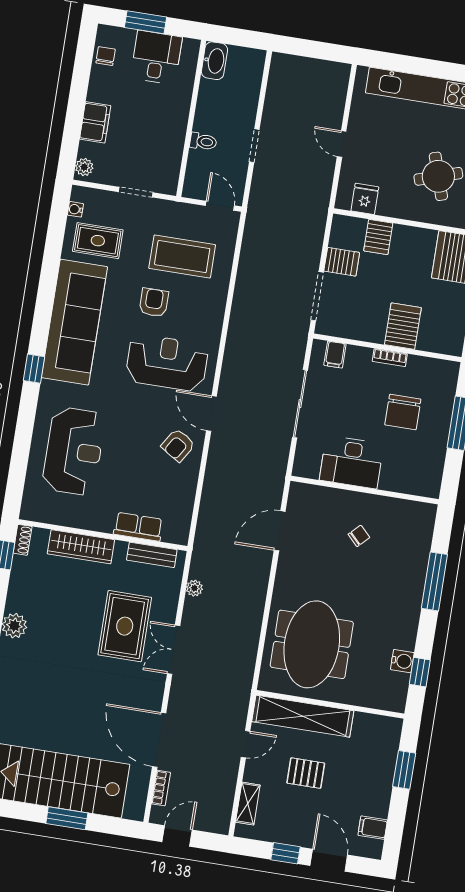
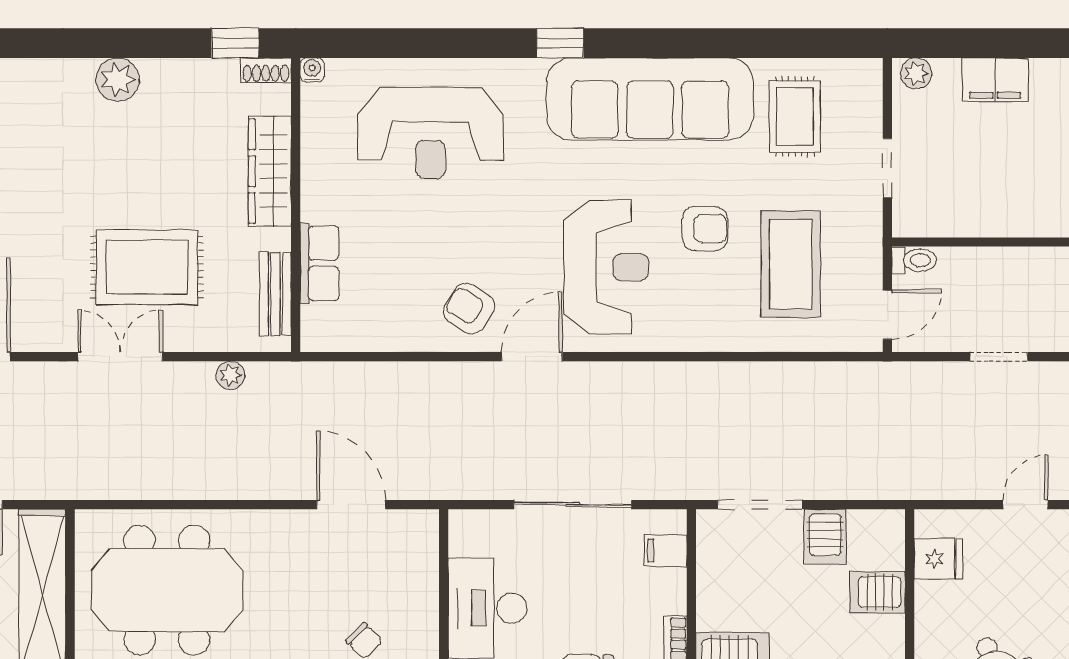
toilet: (203, 141) -> (914, 260), moved, turned -90
water cooler: (75, 209) -> (312, 70), moved

